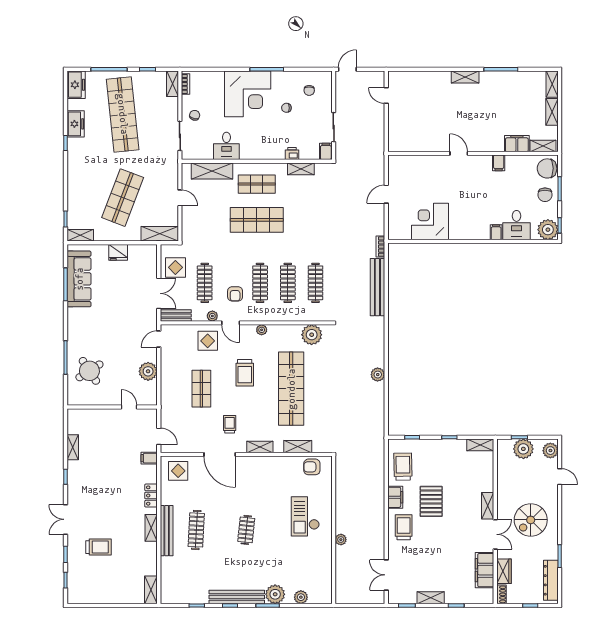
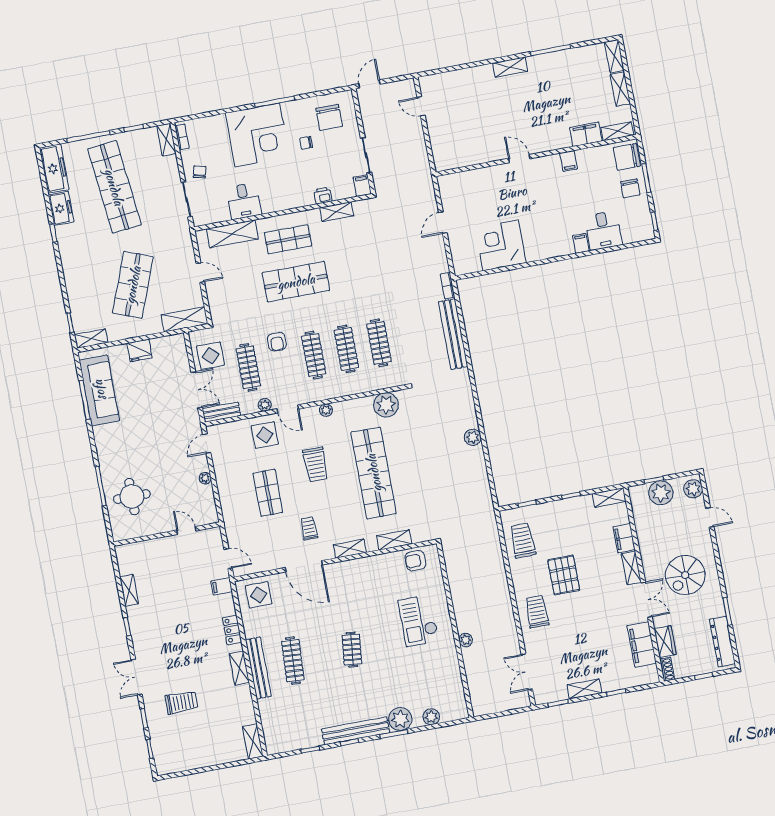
freezer: (76, 85) -> (54, 169), width x1.40
chair: (309, 90) -> (329, 117), width x1.87, depth x1.87
plant: (548, 230) -> (641, 229), removed
armchair: (235, 294) -> (277, 342), moved
round table: (89, 371) -> (132, 497), turned 33
plant: (148, 371) -> (205, 478), width x0.53, depth x0.53
filing cabinet: (395, 497) -> (624, 538), moved, turned 180

